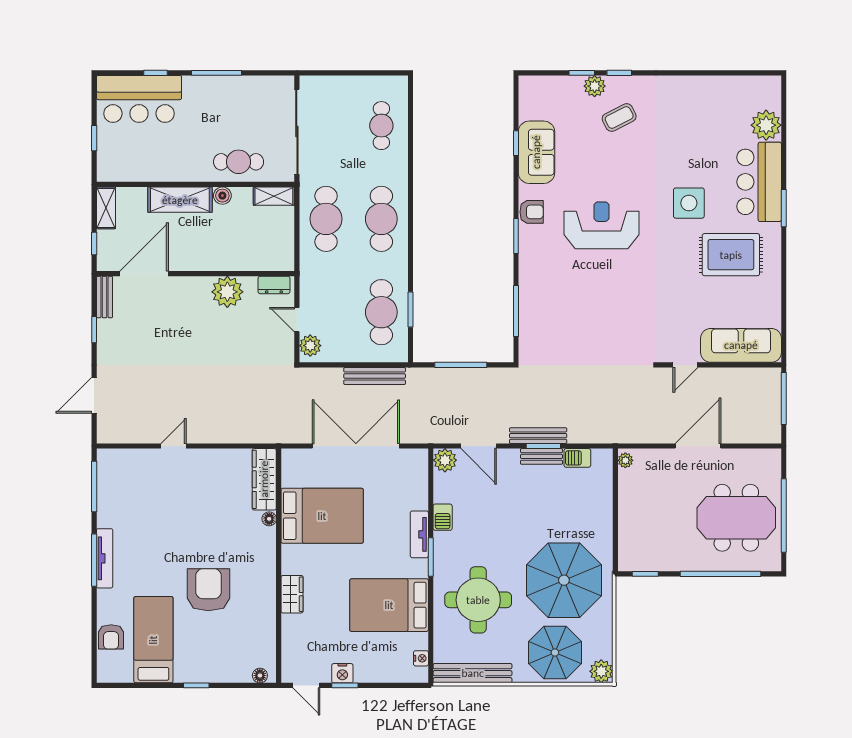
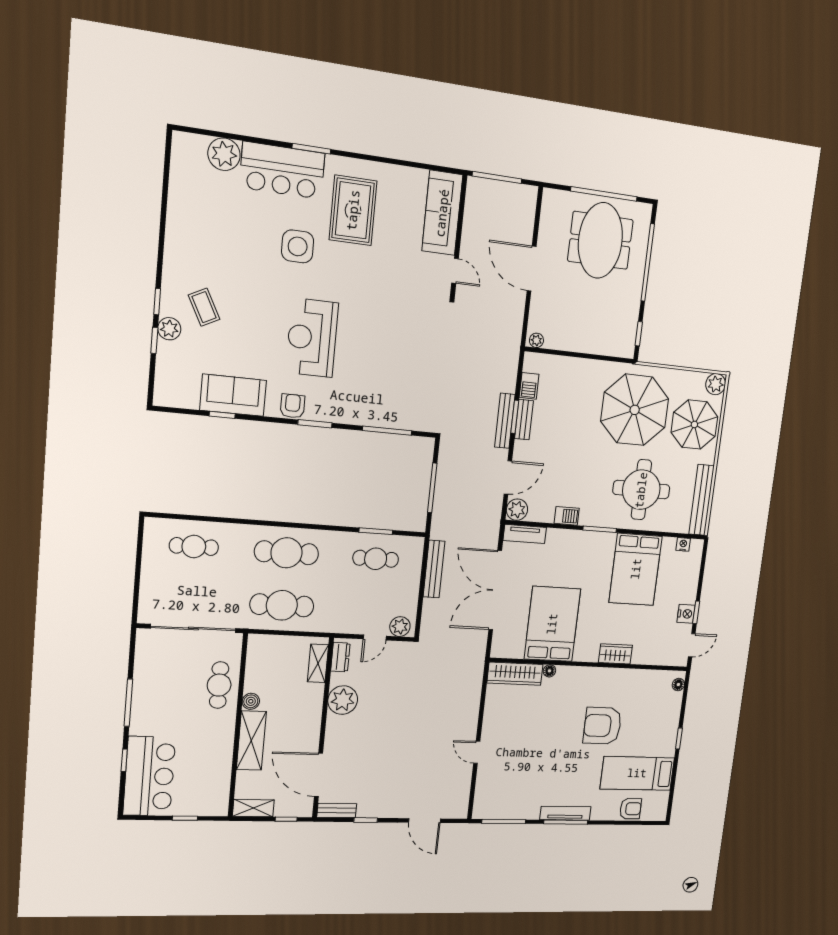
shelving: (274, 196) -> (318, 663), moved
cafe table: (381, 312) -> (376, 559), width x0.73, depth x0.74
tv unit: (419, 534) -> (525, 534), moved

